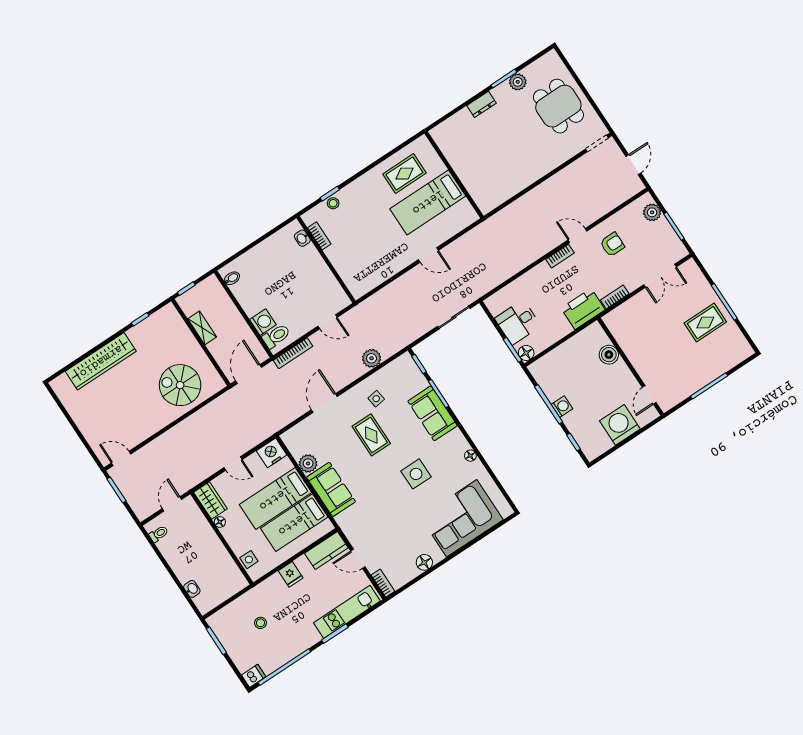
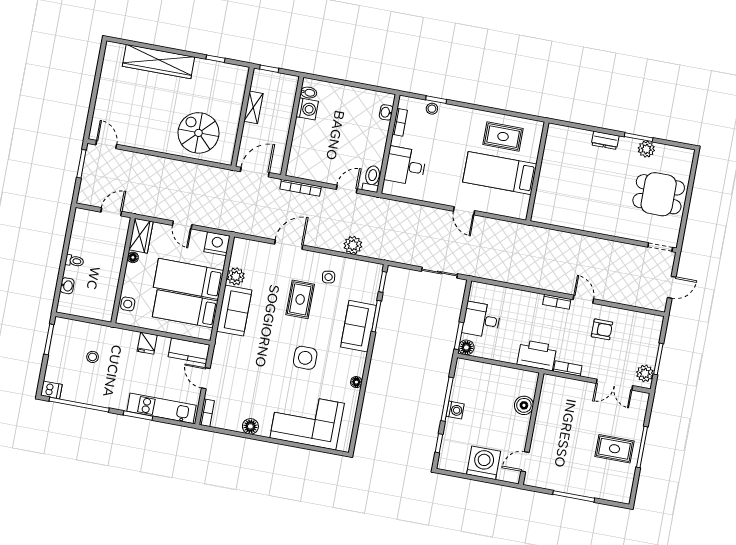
dining table: (558, 106) -> (659, 194), turned 90
plant: (652, 212) -> (645, 373), moved
desk: (354, 264) -> (405, 166), added
washing machine: (263, 322) -> (307, 109), moved
door: (328, 322) -> (347, 189), swing flipped
toilet: (276, 336) -> (372, 179), moved, turned -90
toilet: (159, 534) -> (74, 261), moved

